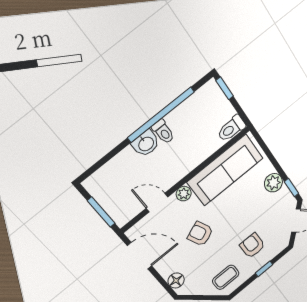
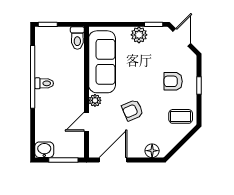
washbasin: (146, 144) -> (44, 150), moved, turned -90
coffee table: (226, 277) -> (181, 116), turned 90

